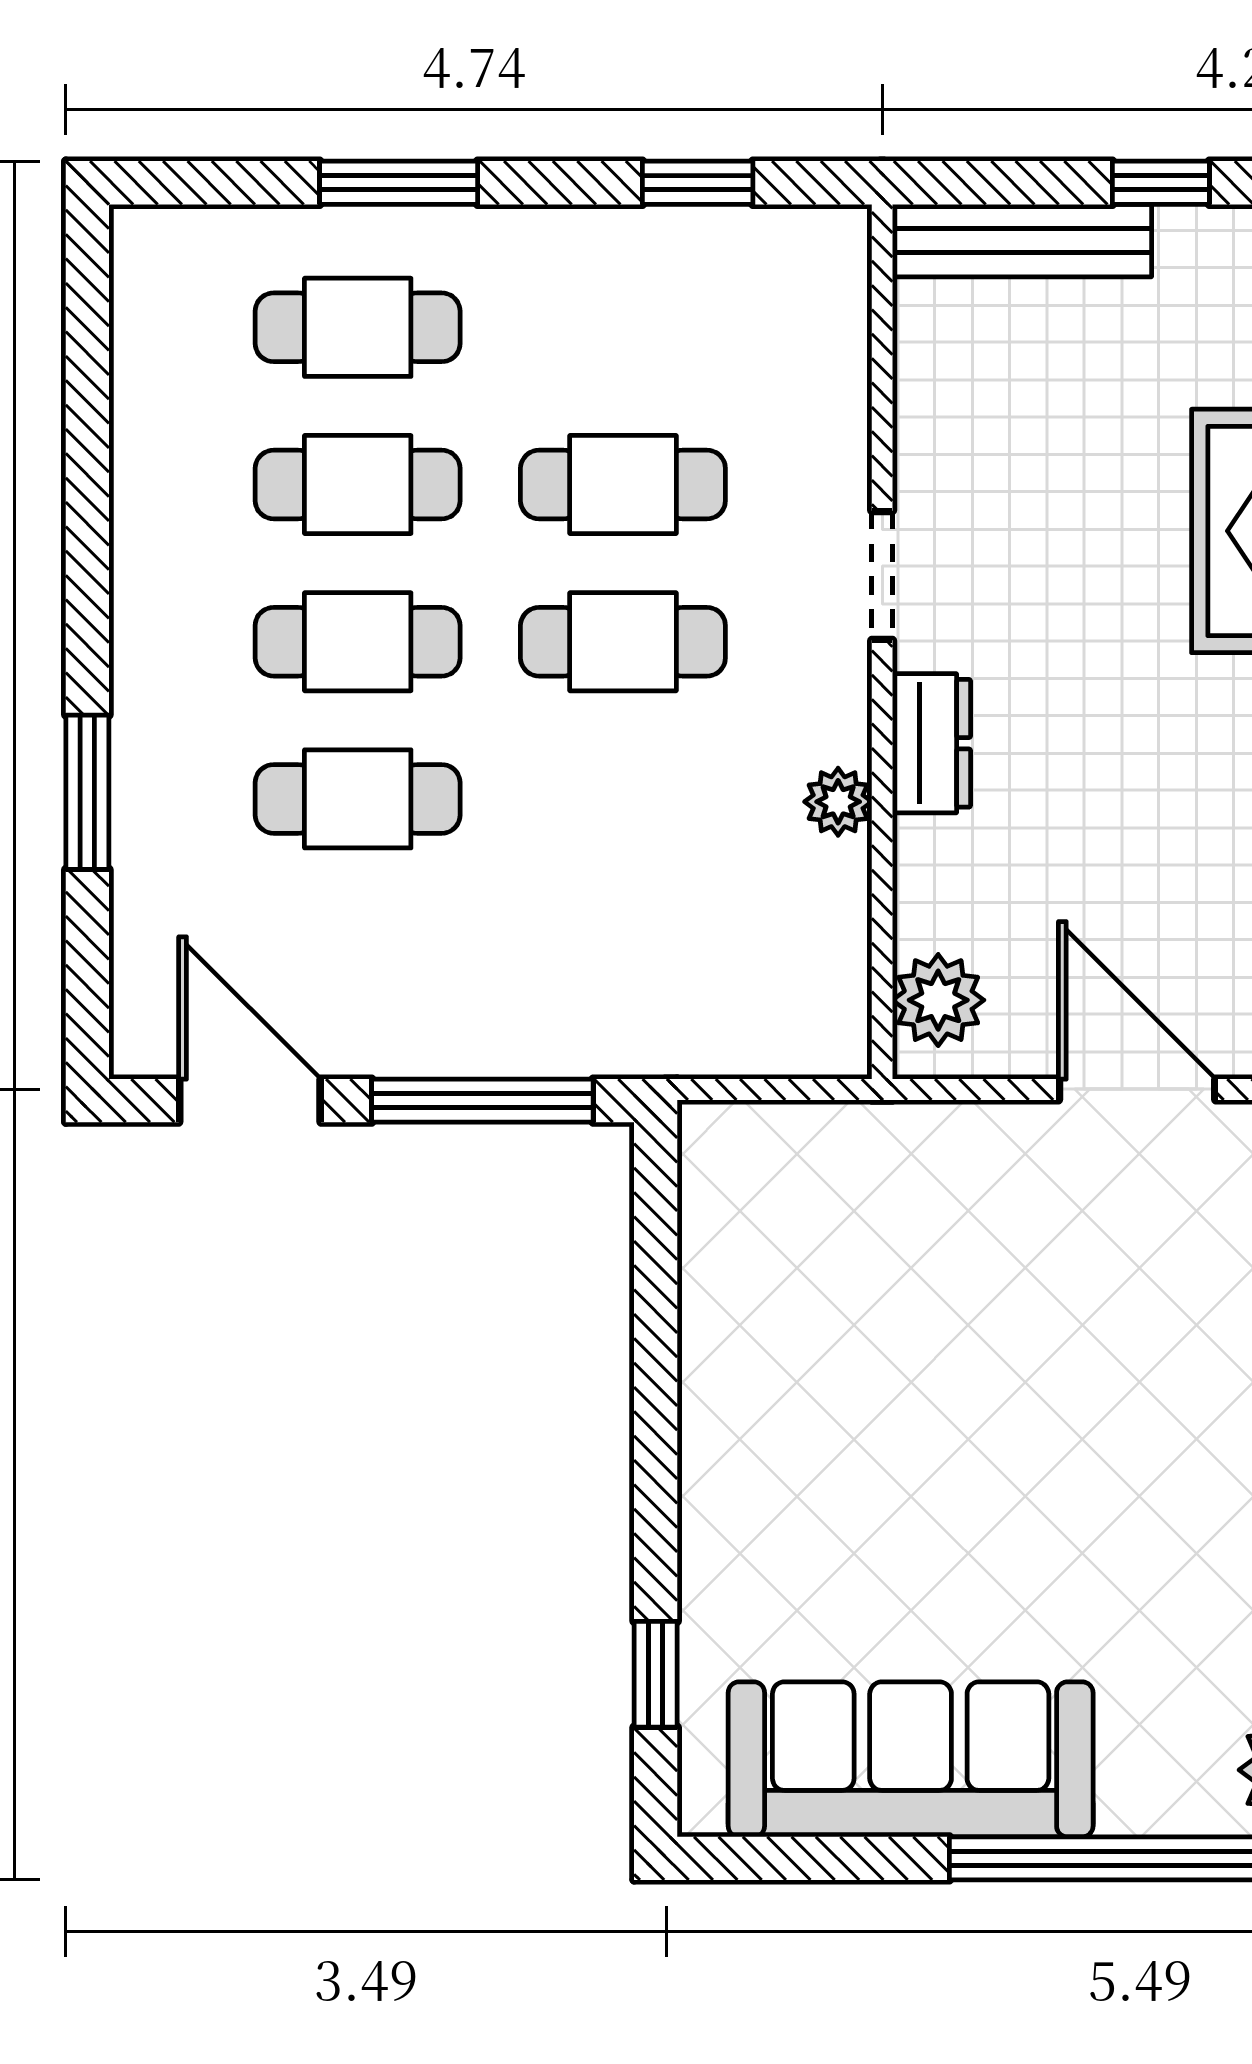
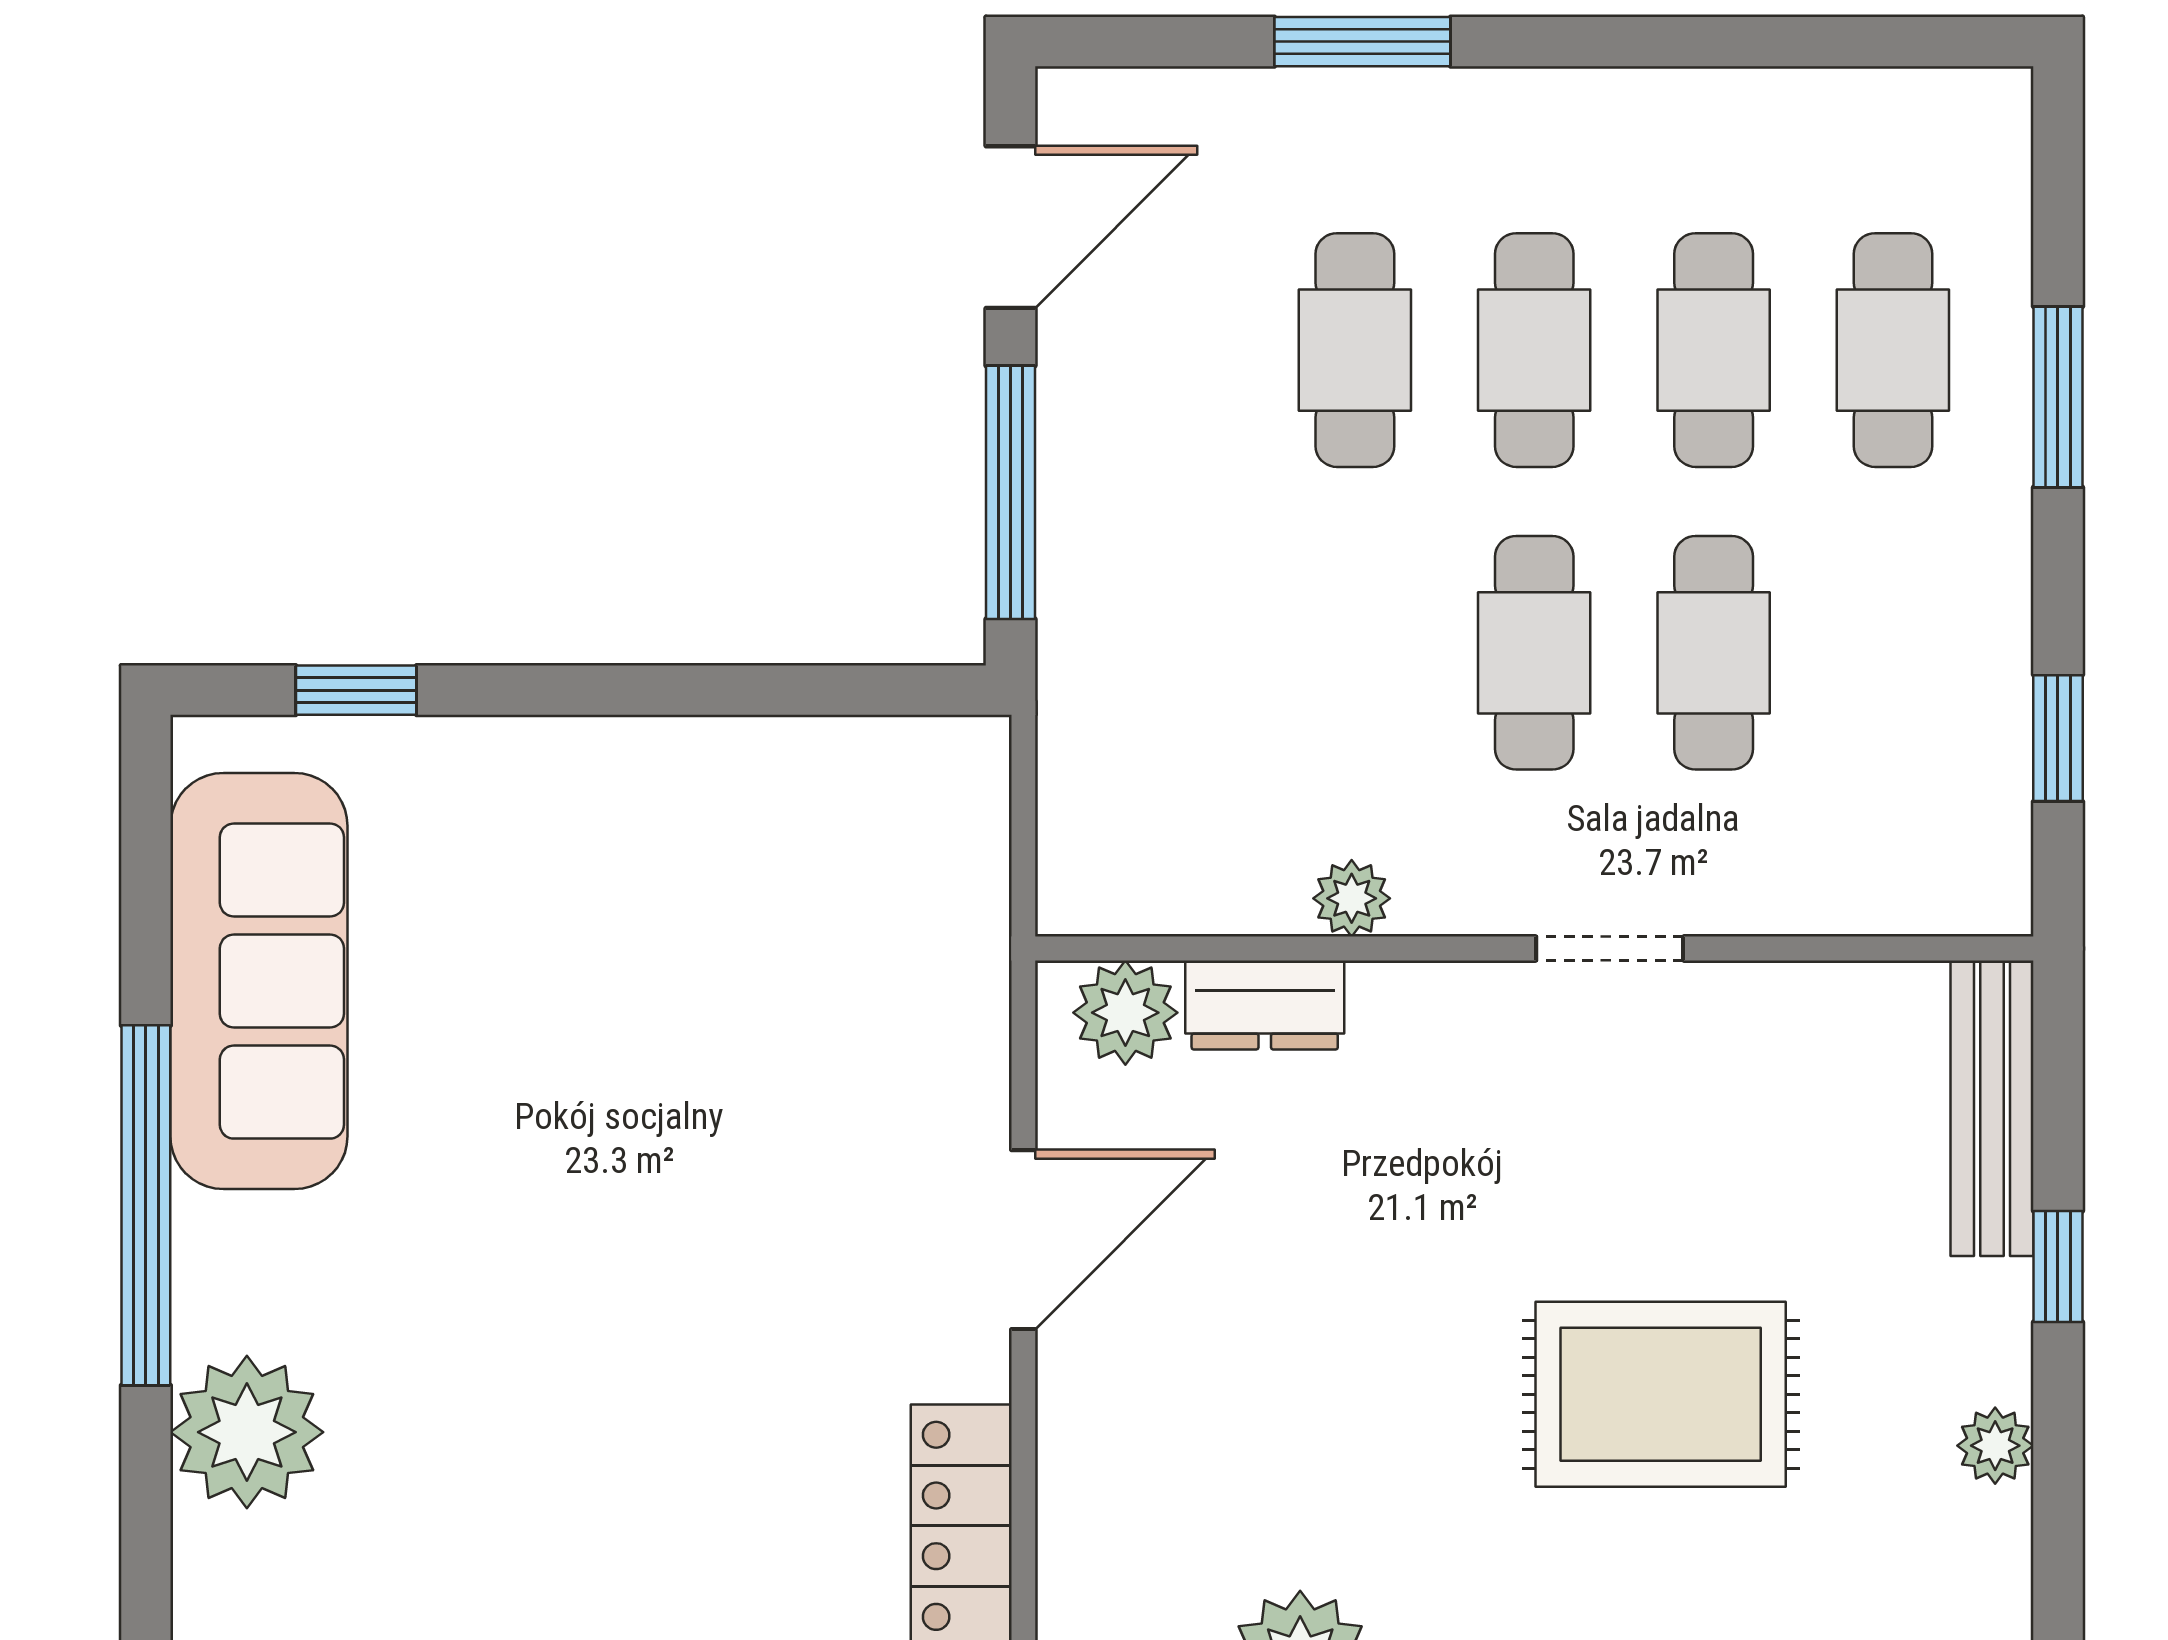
dresser: (932, 743) -> (1265, 1005), moved

